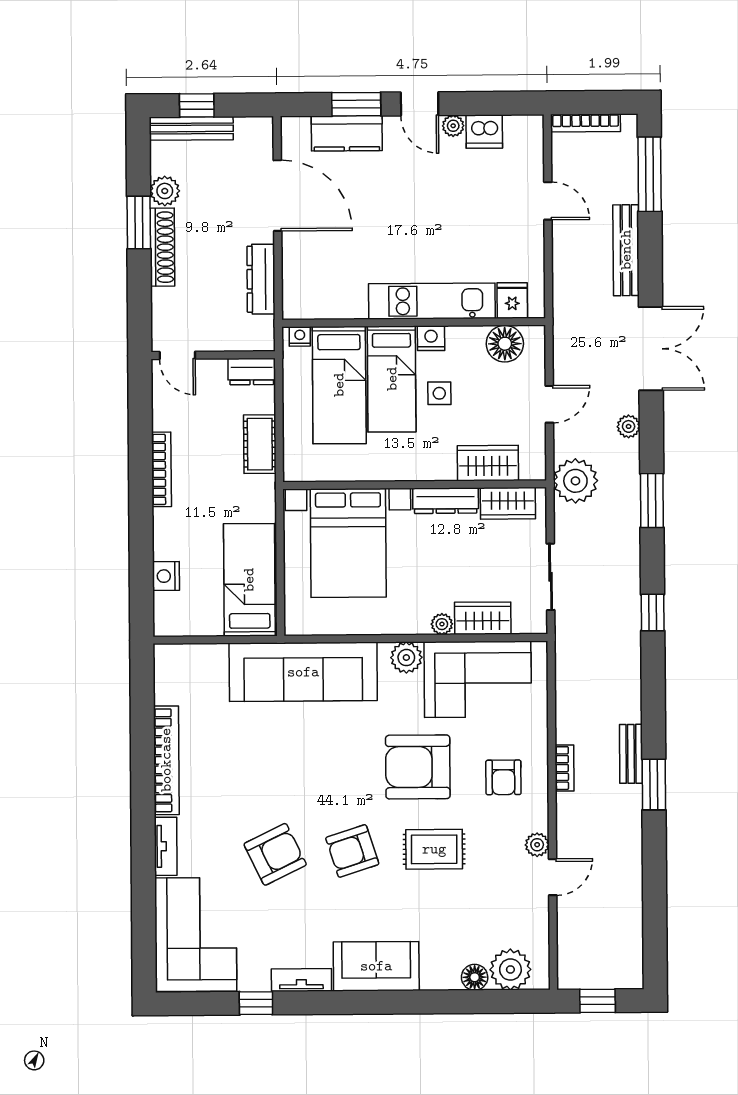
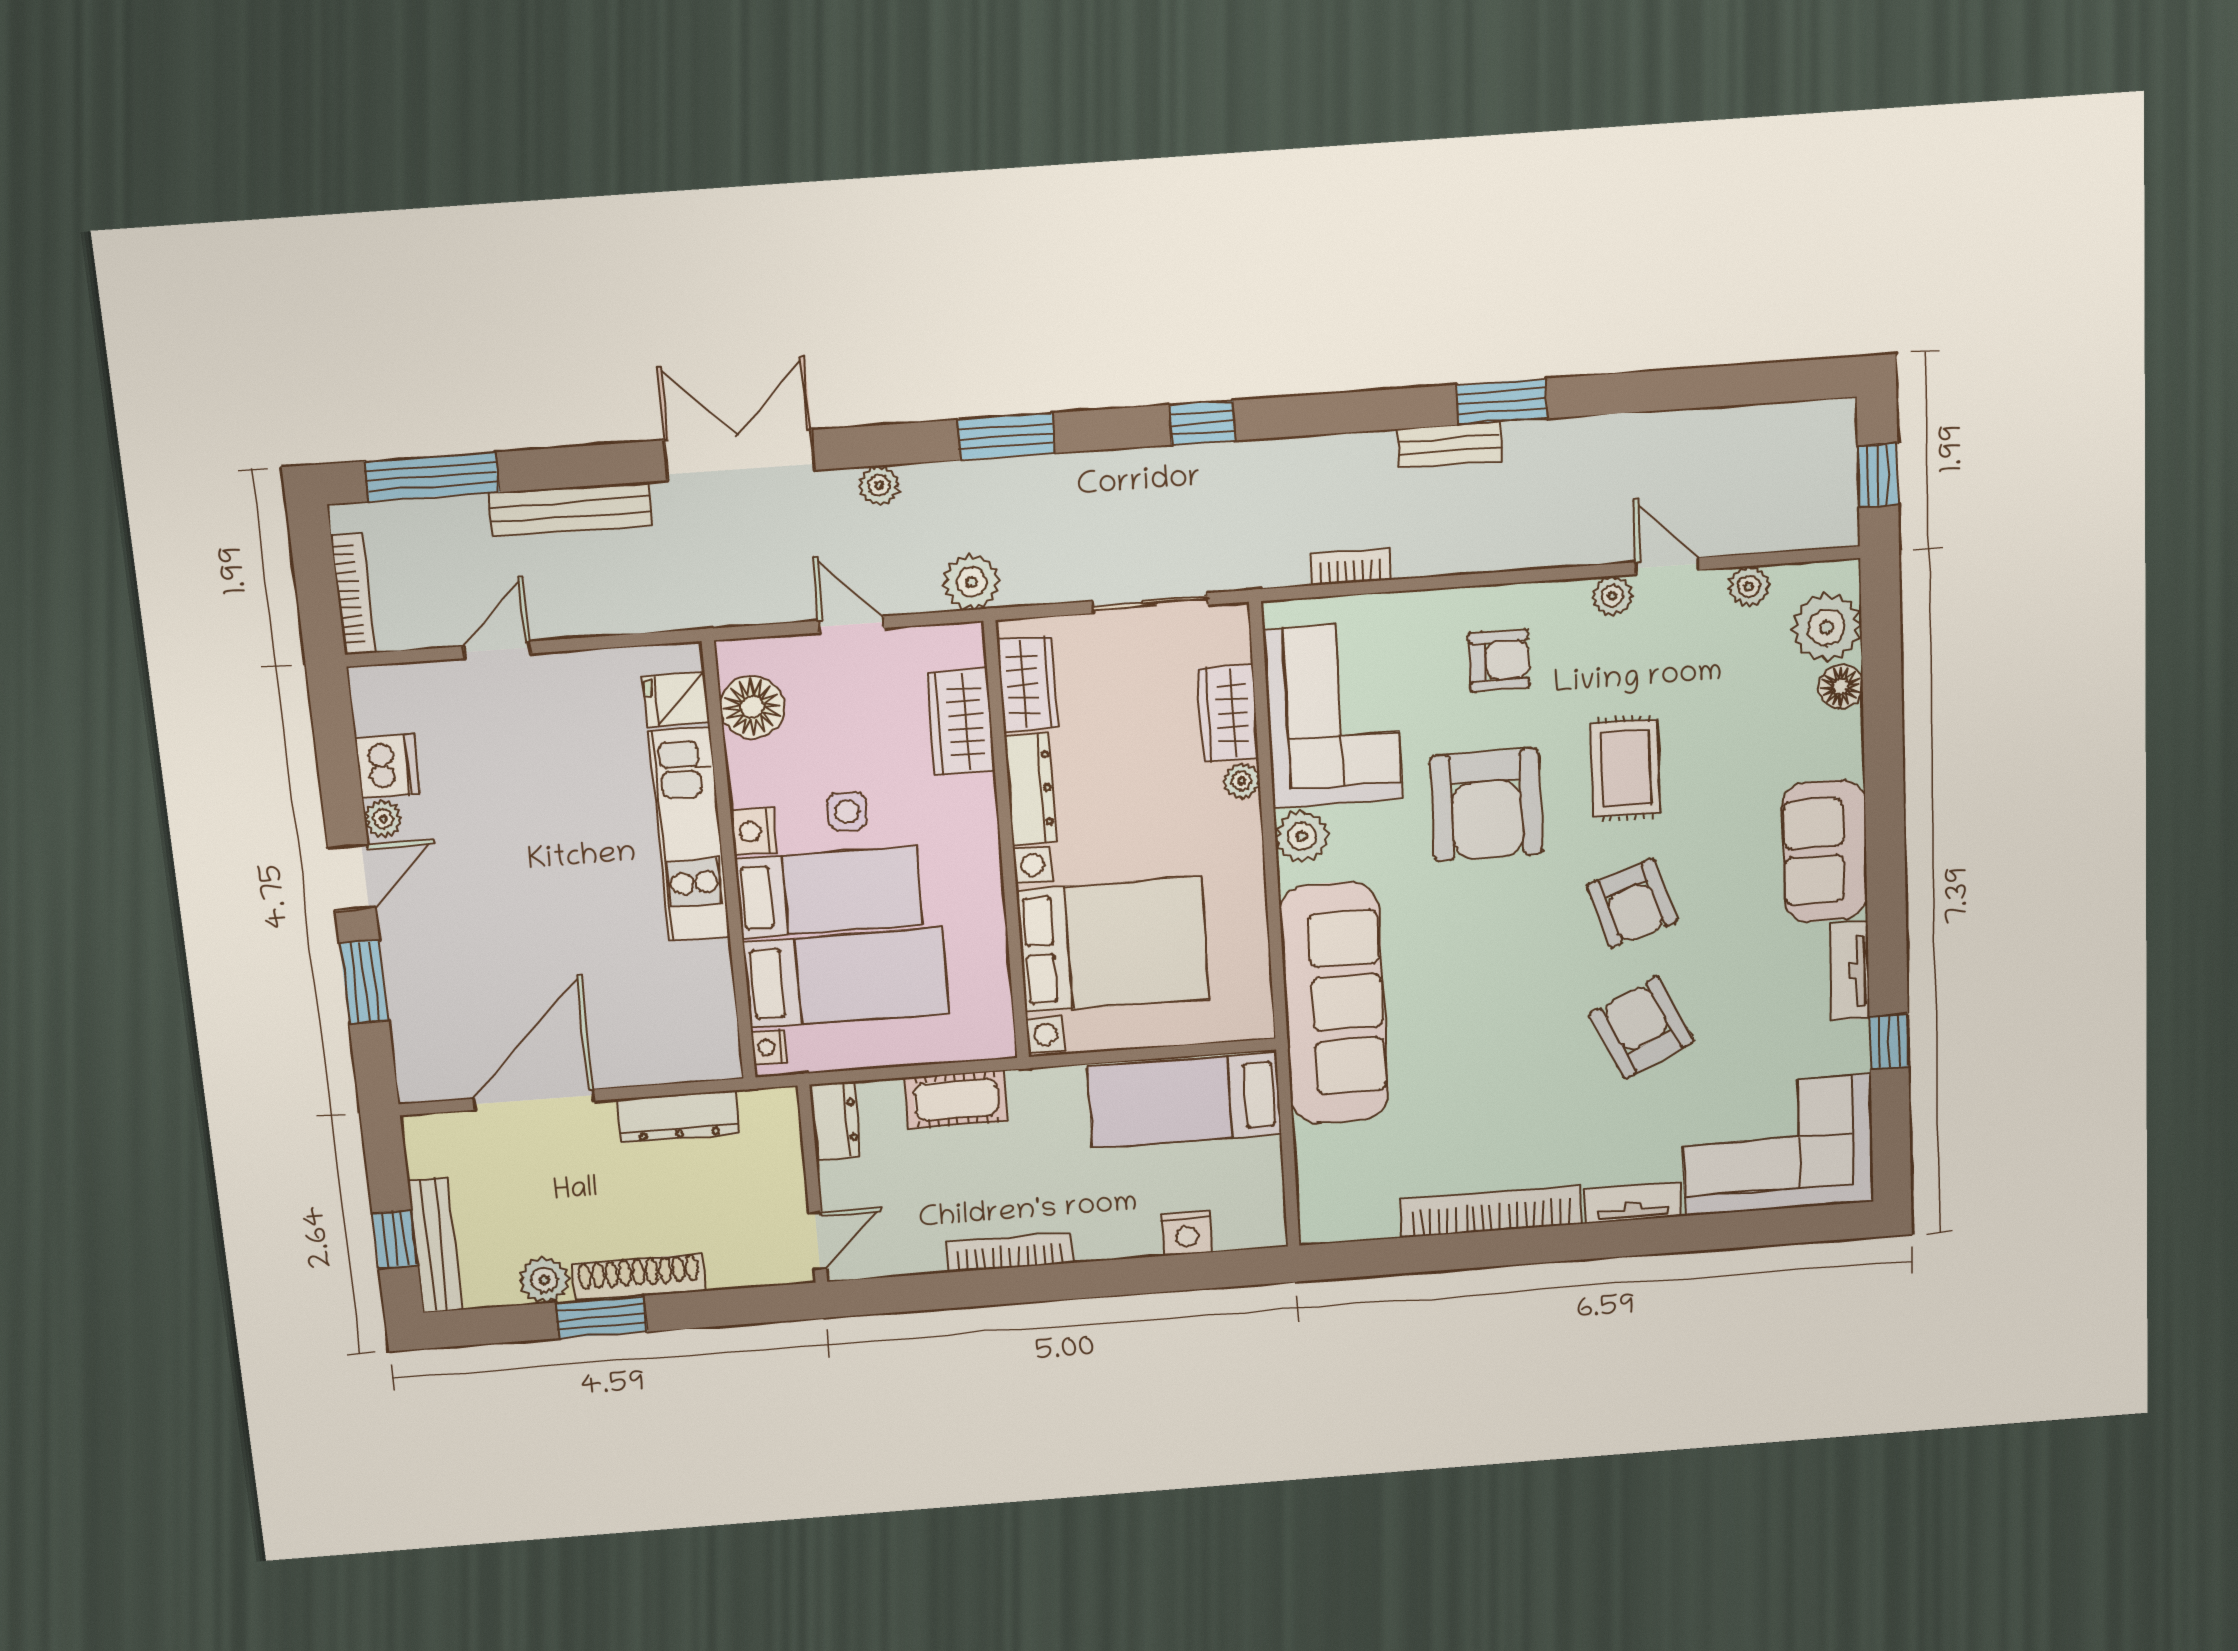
kitchen counter: (347, 133) -> (416, 994), removed
plant: (575, 481) -> (971, 582), width x0.73, depth x0.73
bookcase: (565, 768) -> (1350, 567), moved
plant: (538, 925) -> (1749, 586), added

